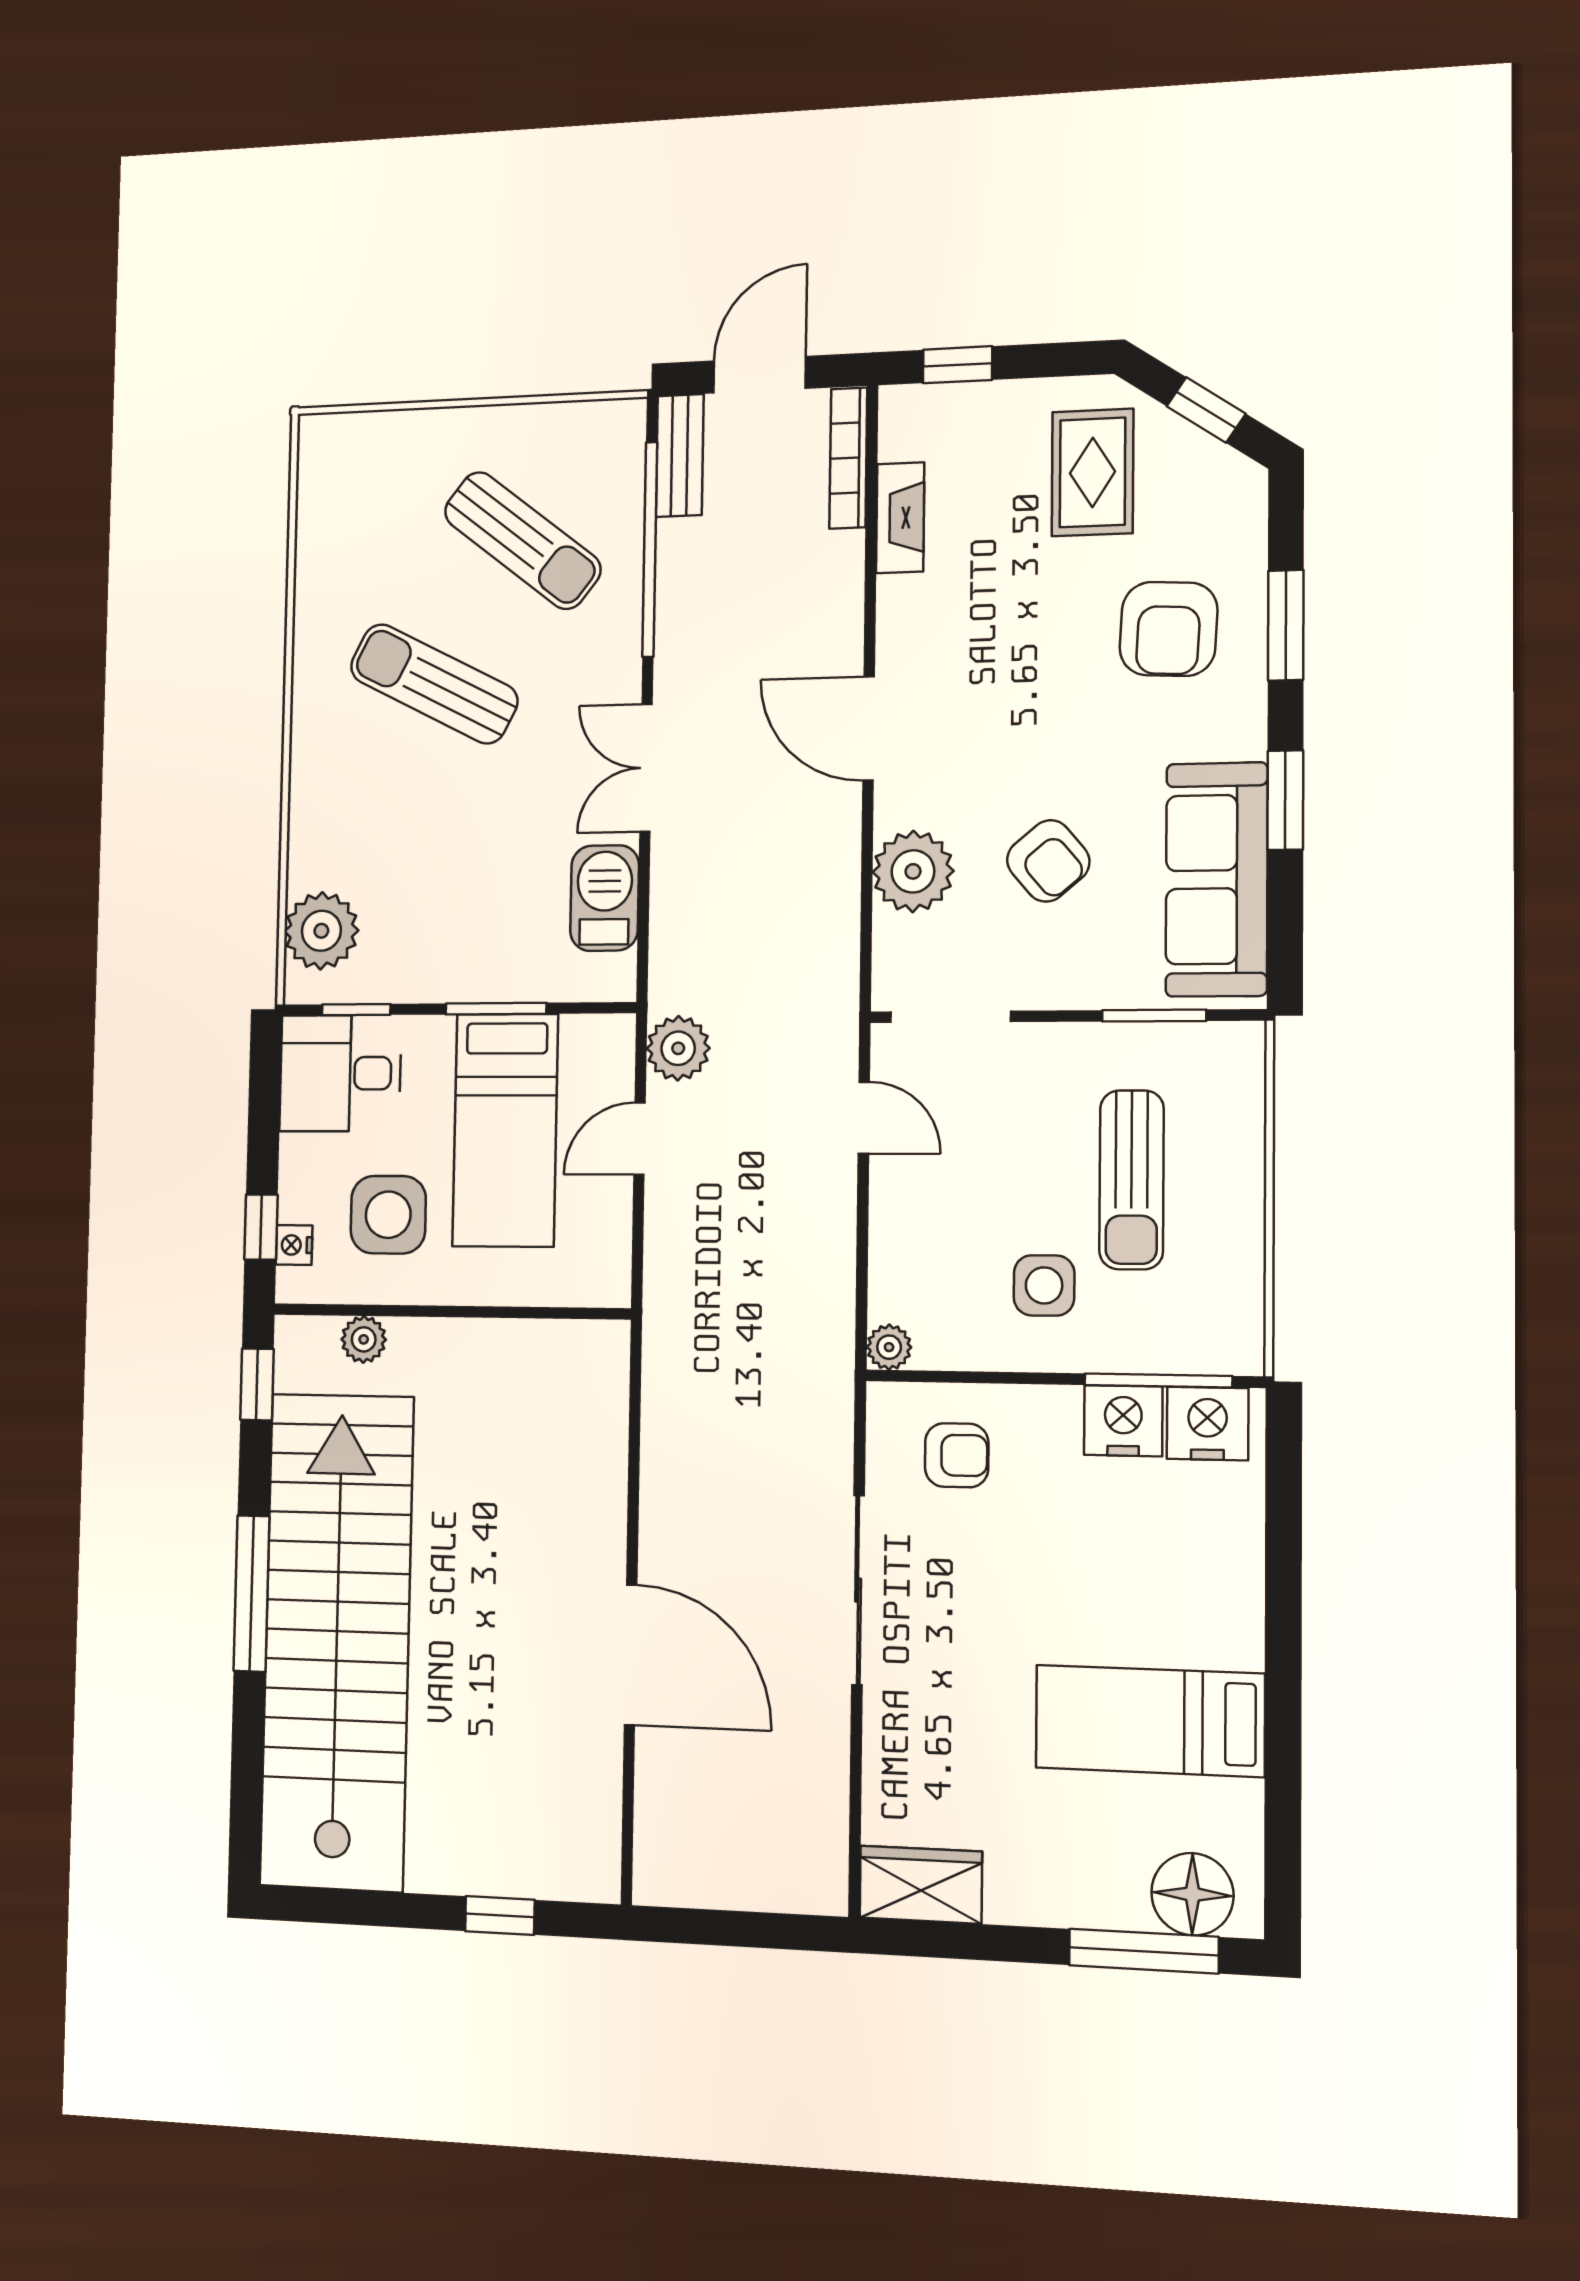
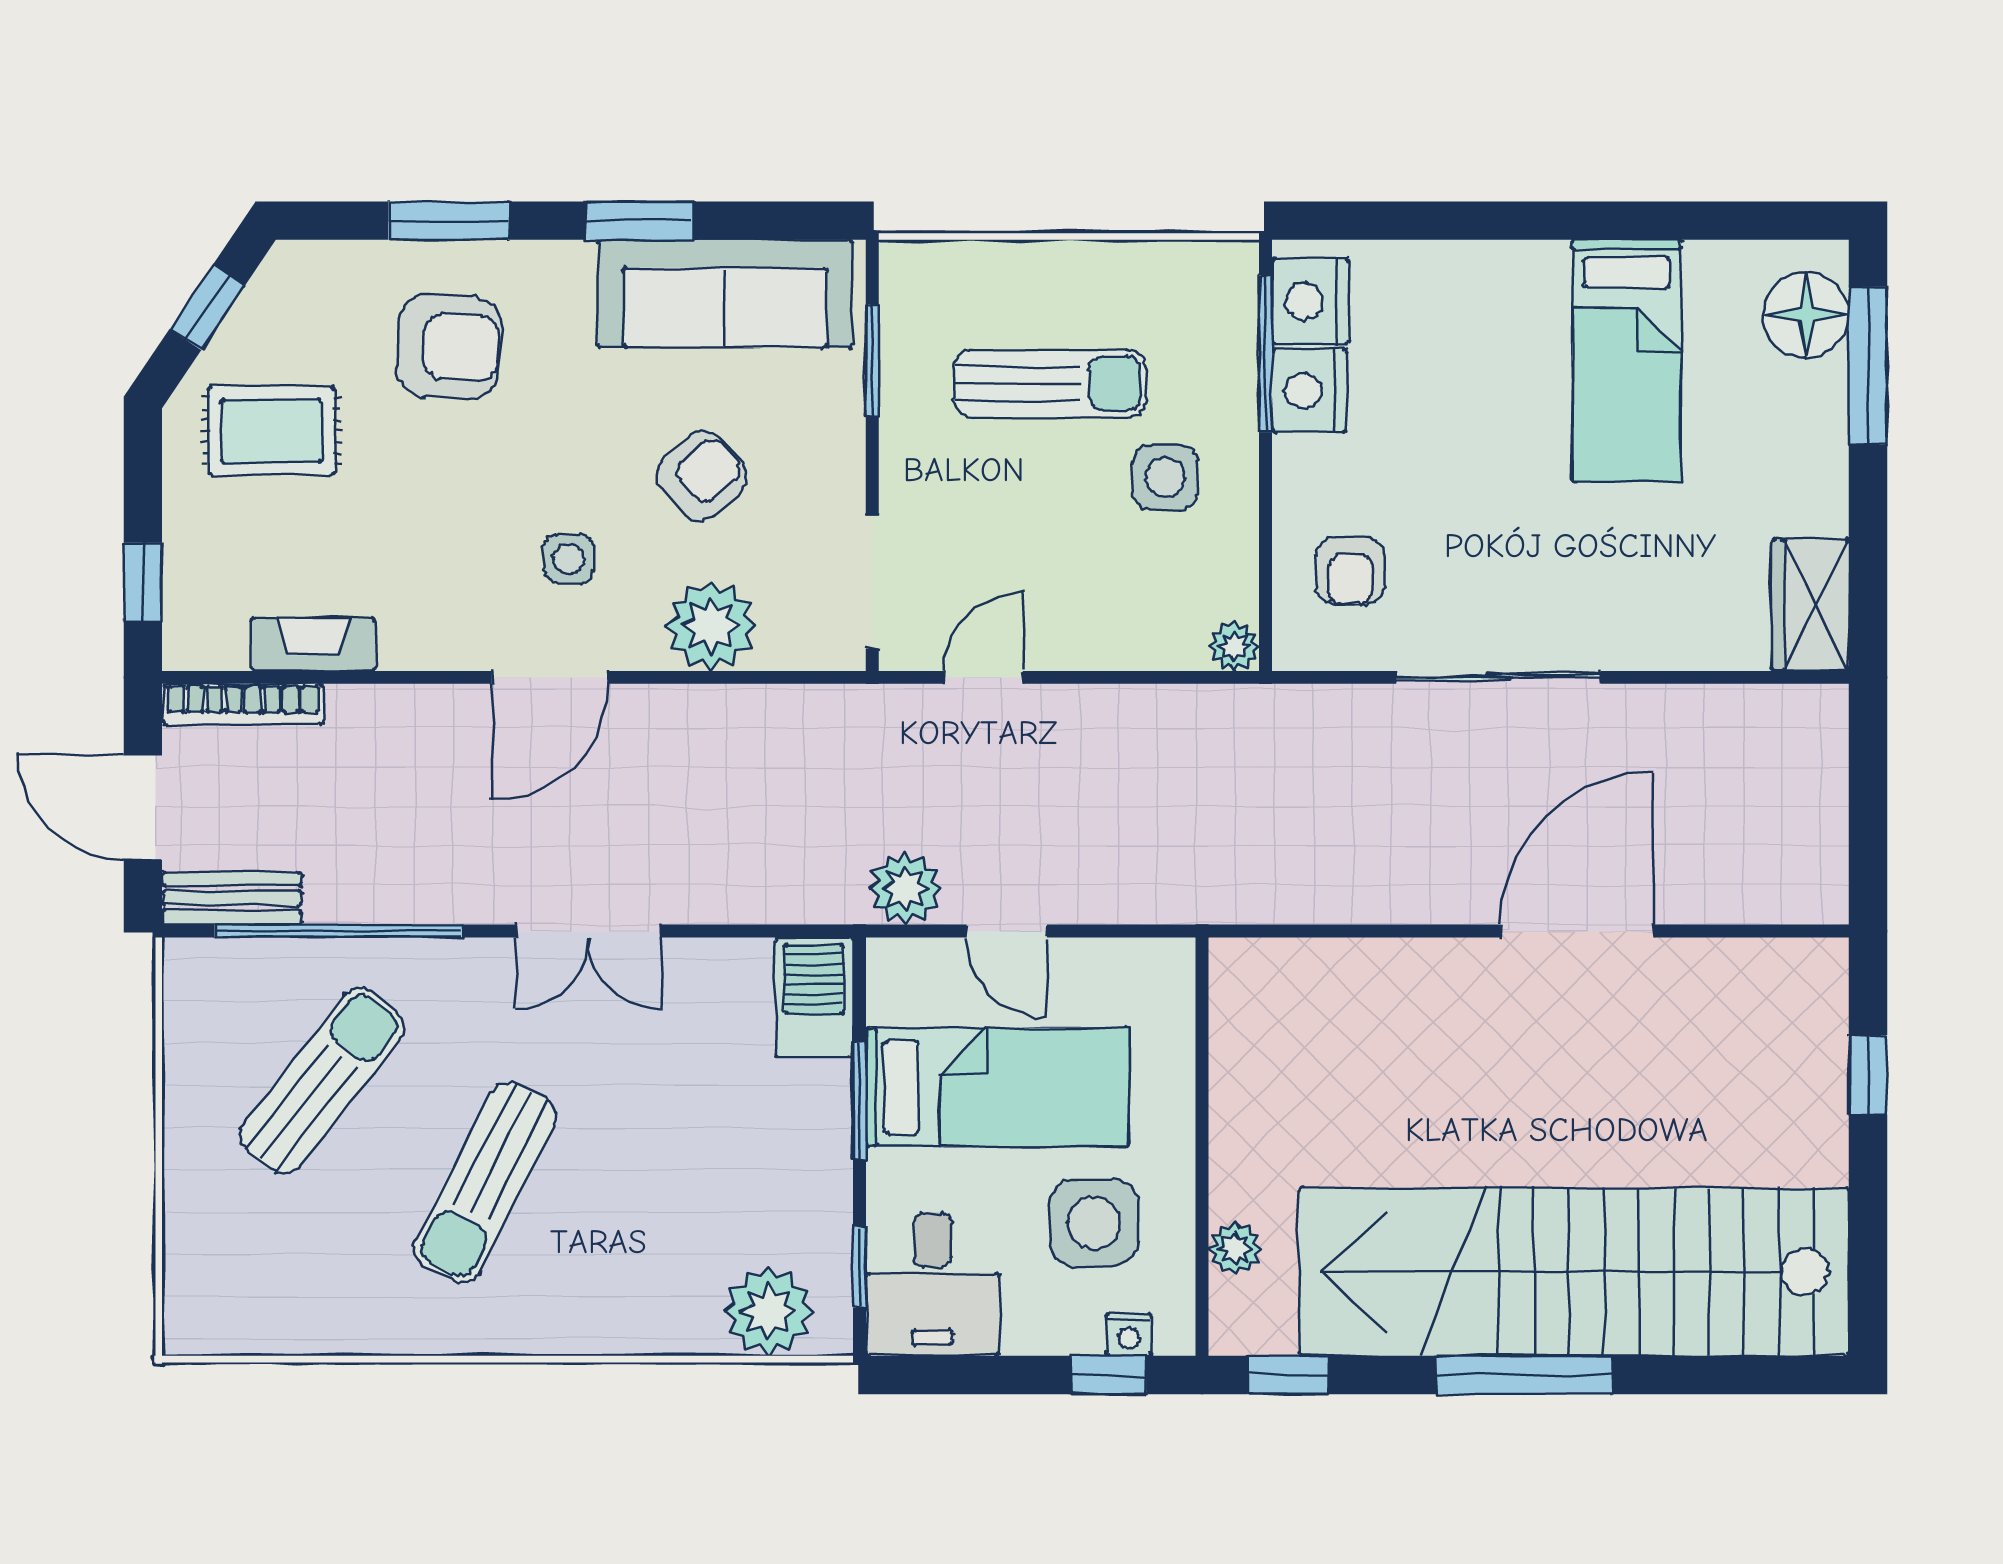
side table: (974, 742) -> (568, 559), added
barbecue: (605, 898) -> (814, 997), moved, turned 90
armchair: (957, 1455) -> (1350, 571), turned 180

